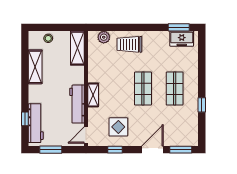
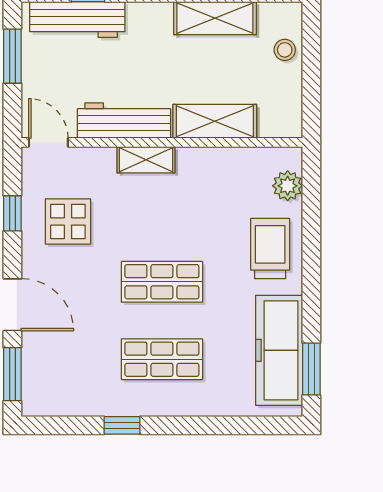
freezer: (182, 39) -> (279, 350), width x1.91, depth x1.26
shelving: (77, 48) -> (215, 121), moved

